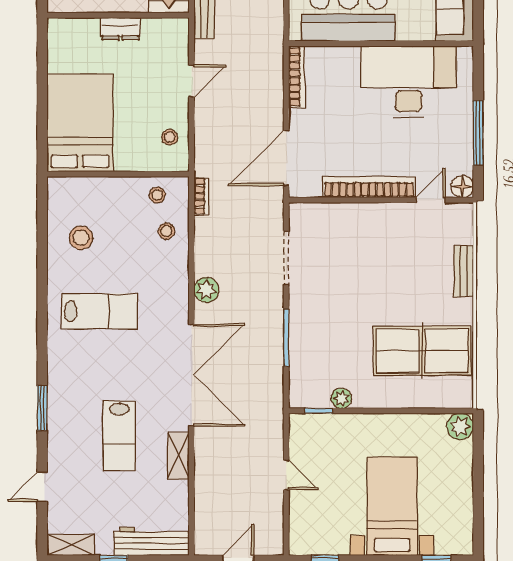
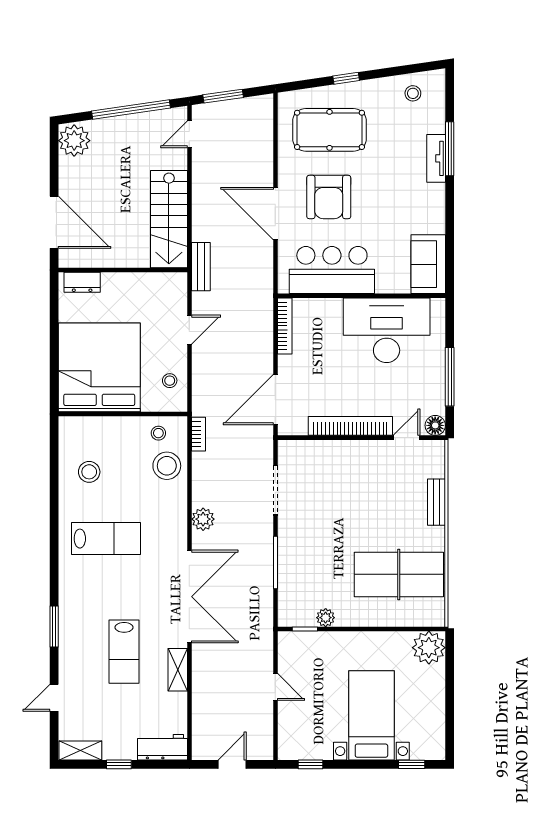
dresser: (120, 29) -> (82, 282), moved
bed: (80, 123) -> (99, 367), width x1.36
stool: (166, 231) -> (167, 466), width x1.89, depth x1.89
plant: (460, 427) -> (429, 648), width x1.36, depth x1.36
workbench: (152, 541) -> (163, 747), width x0.73

